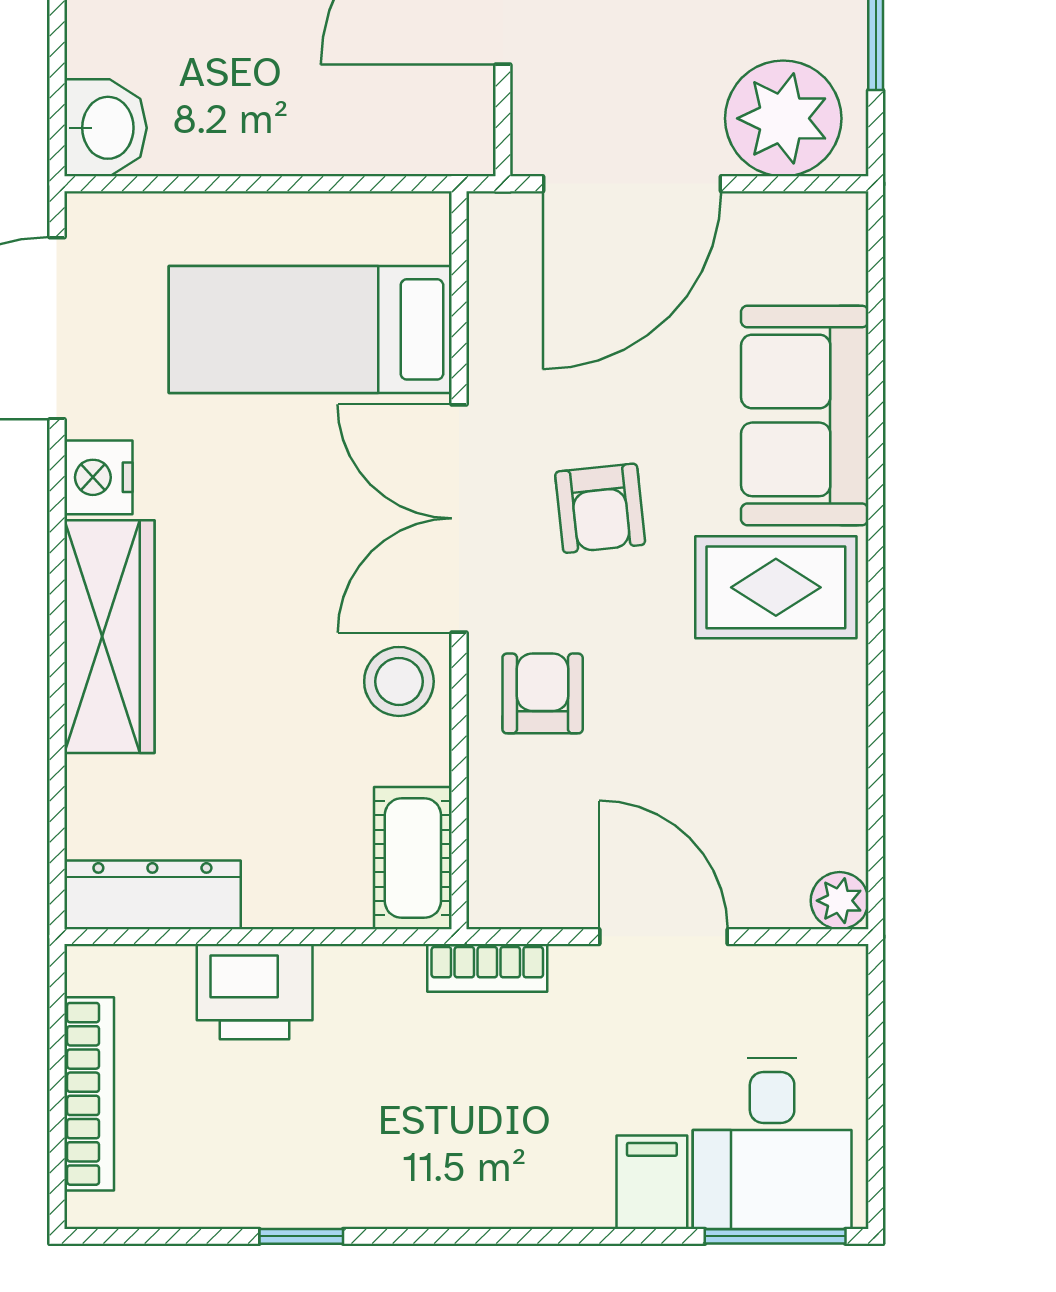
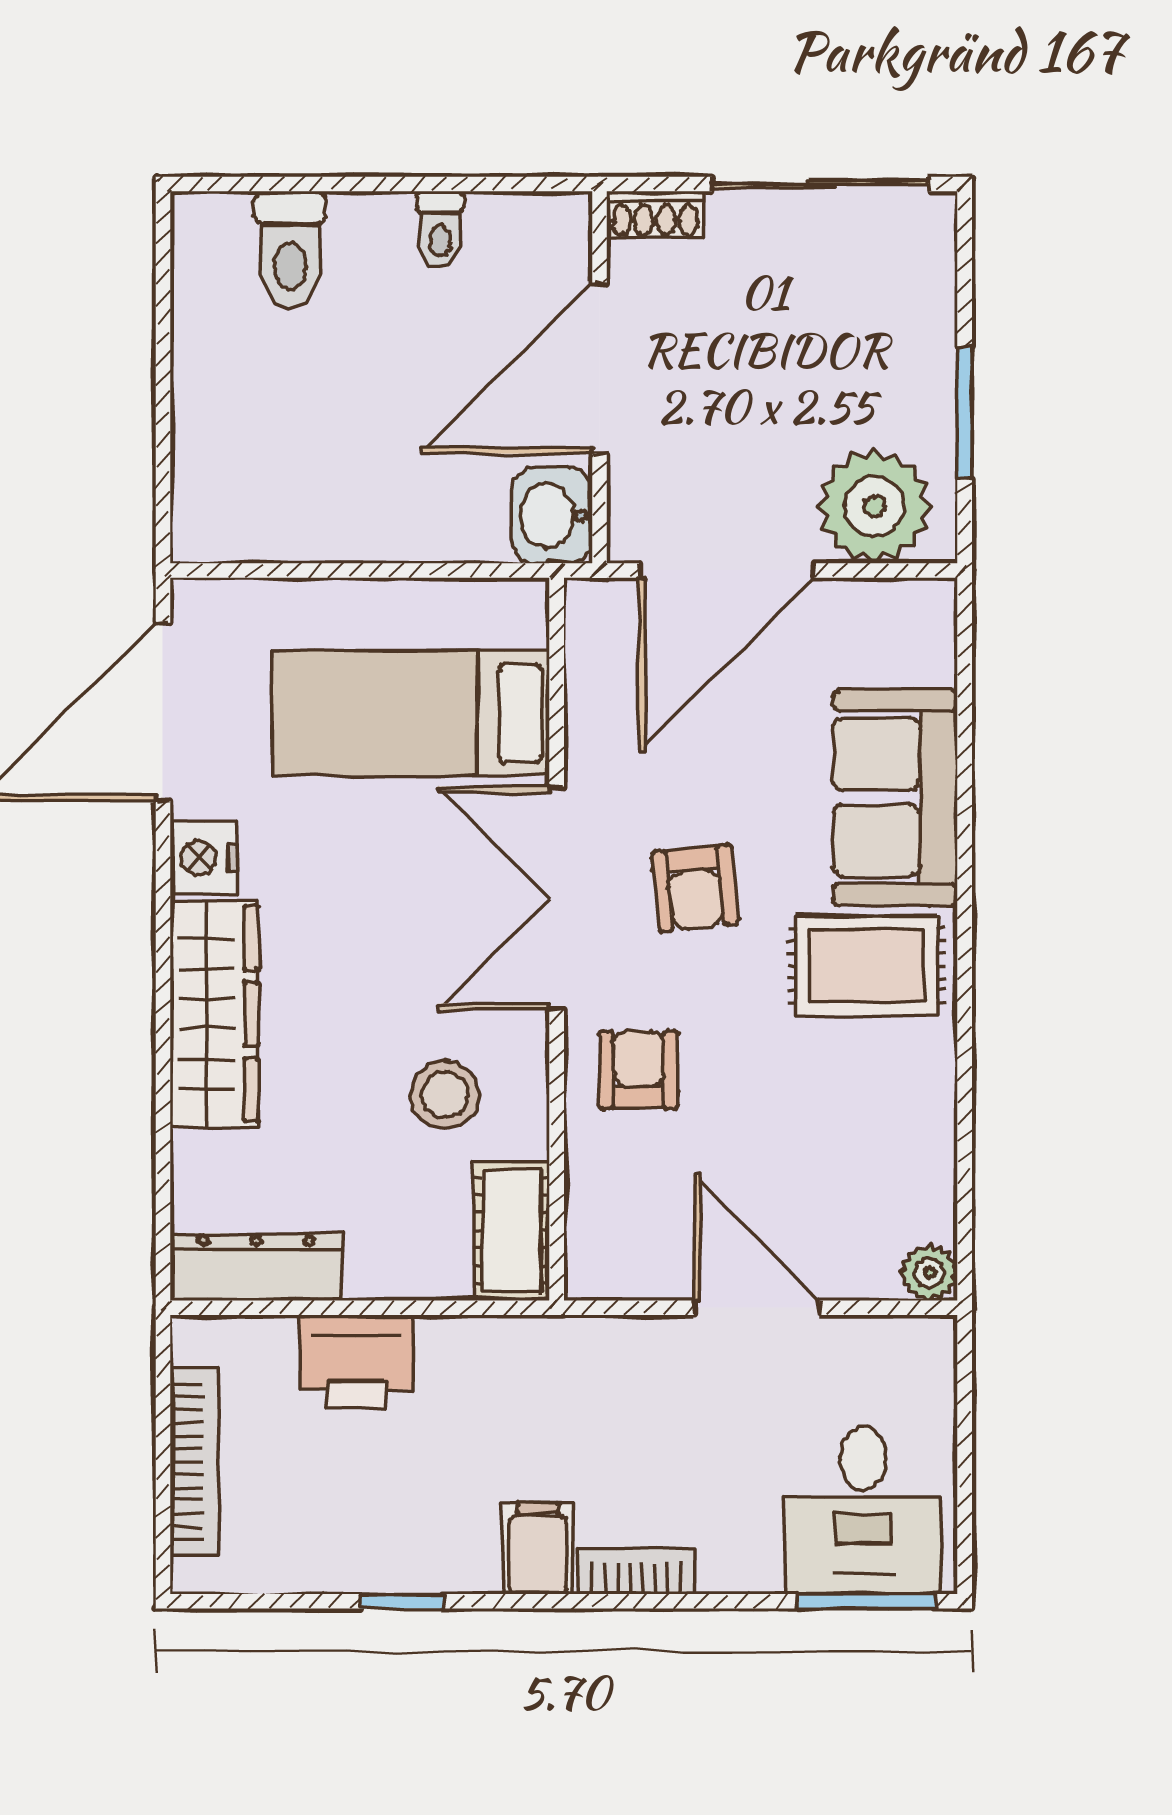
washbasin: (105, 128) -> (552, 516), moved, turned 180
stool: (399, 681) -> (445, 1095), moved
bookcase: (487, 968) -> (636, 1571), moved, turned 180
filing cabinet: (652, 1182) -> (538, 1548), moved

